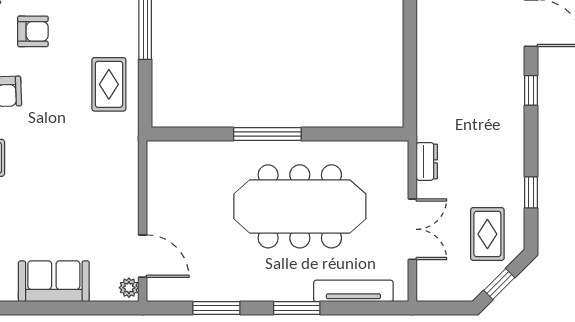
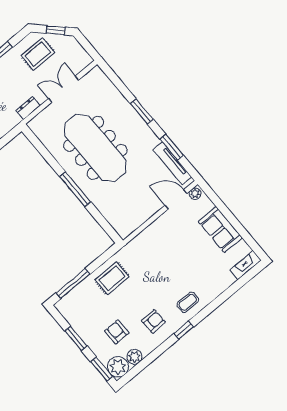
door: (143, 256) -> (176, 199), hinge flipped
tv unit: (353, 291) -> (172, 163), moved

